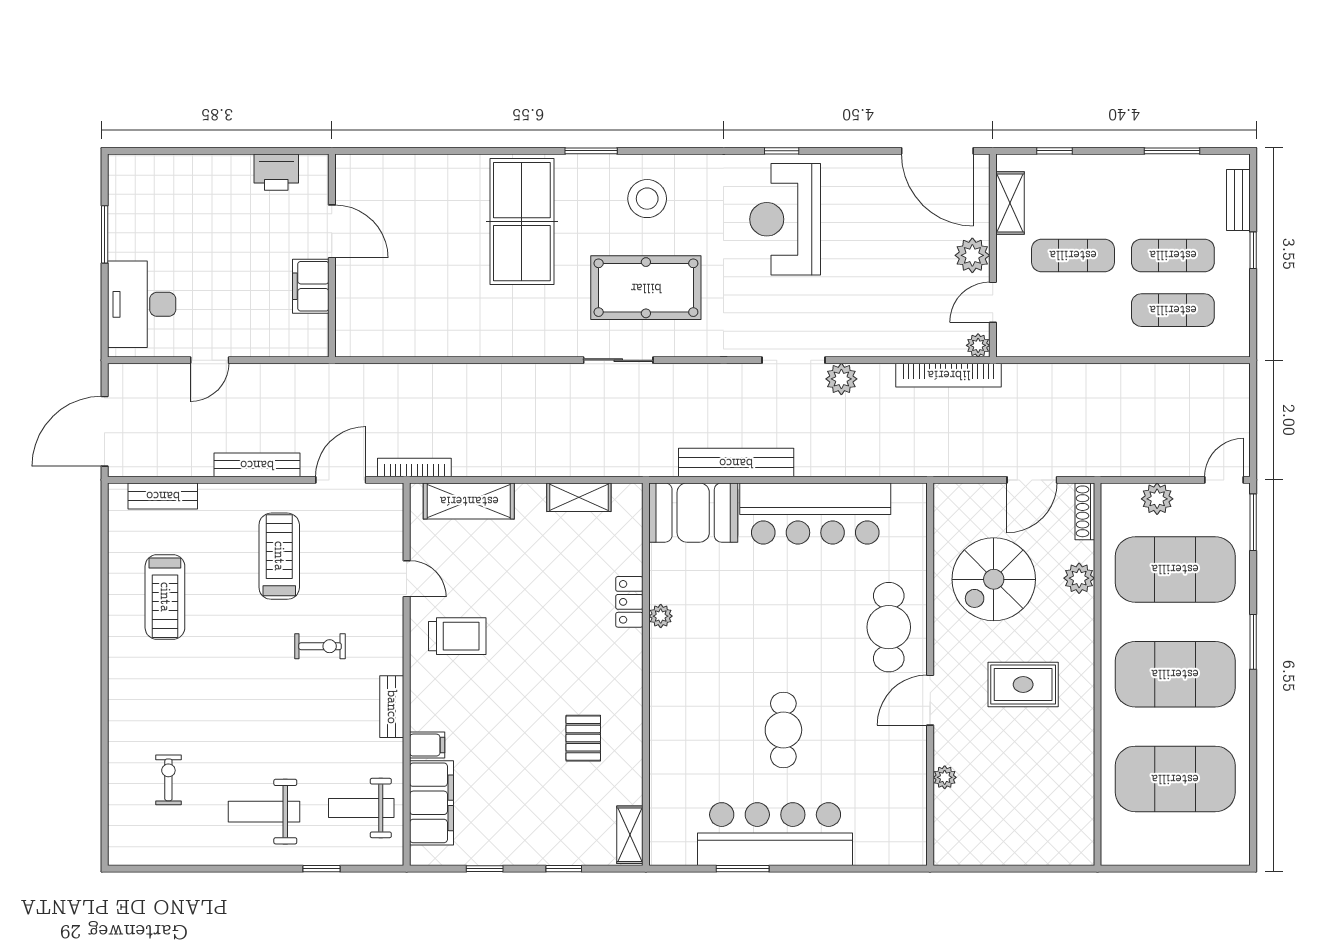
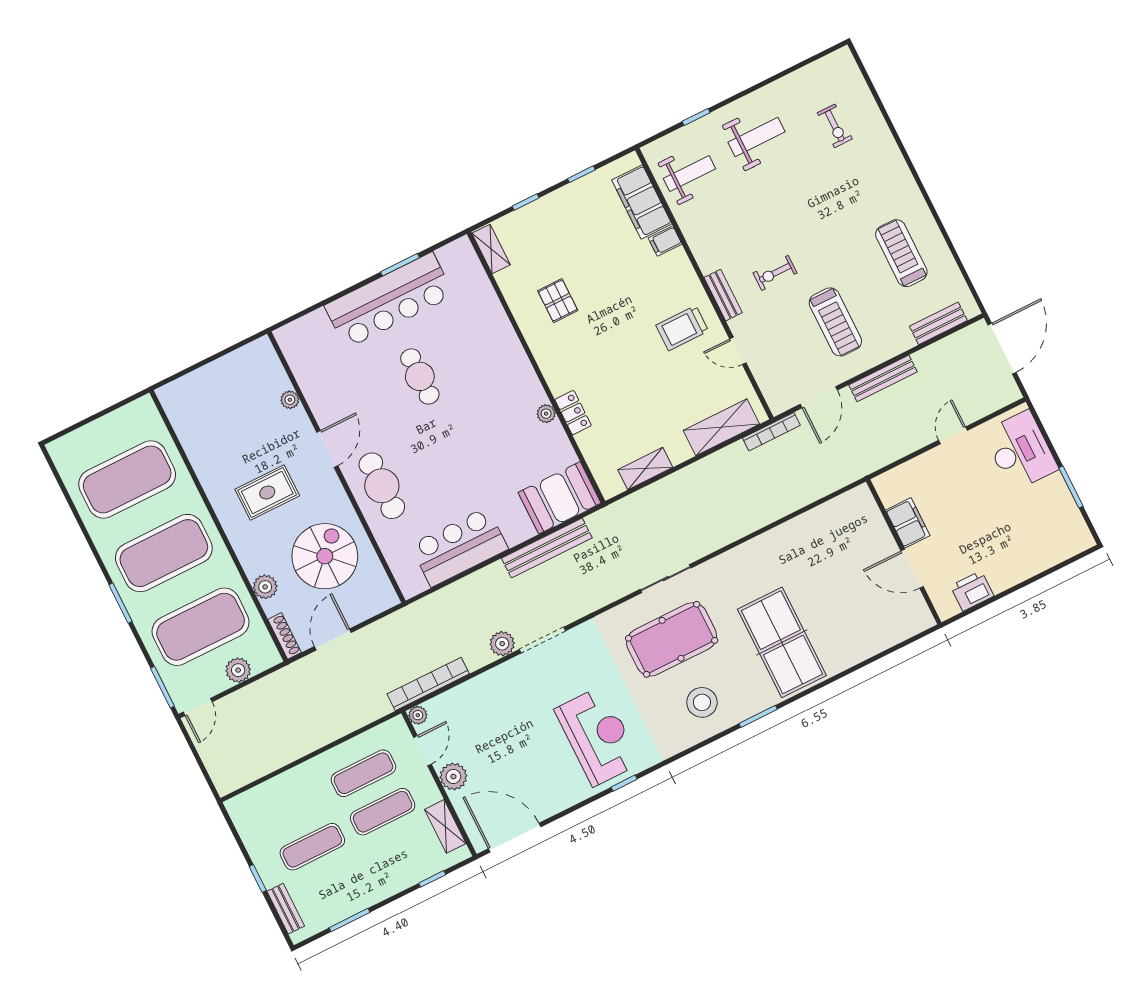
exercise mat: (1173, 310) -> (363, 773), moved
bar counter: (815, 513) -> (459, 547), width x0.73
bench: (392, 707) -> (723, 295), moved

